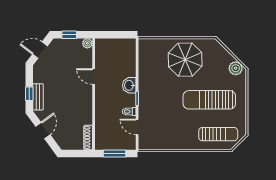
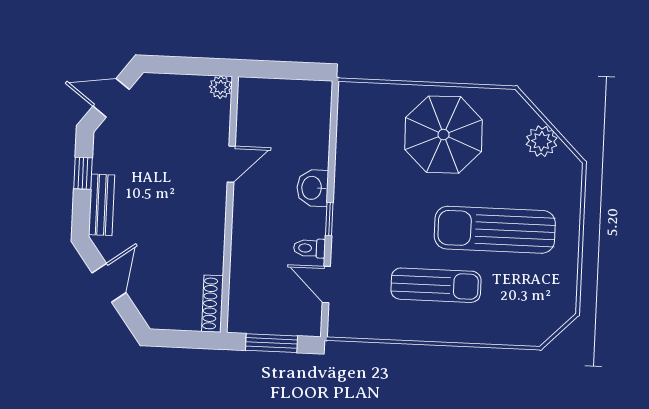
window: (69, 35) -> (180, 65), removed
plant: (236, 68) -> (542, 141), moved
door: (94, 77) -> (231, 164), swing flipped
window: (29, 94) -> (83, 173), moved
sun lounger: (218, 134) -> (436, 285), moved

